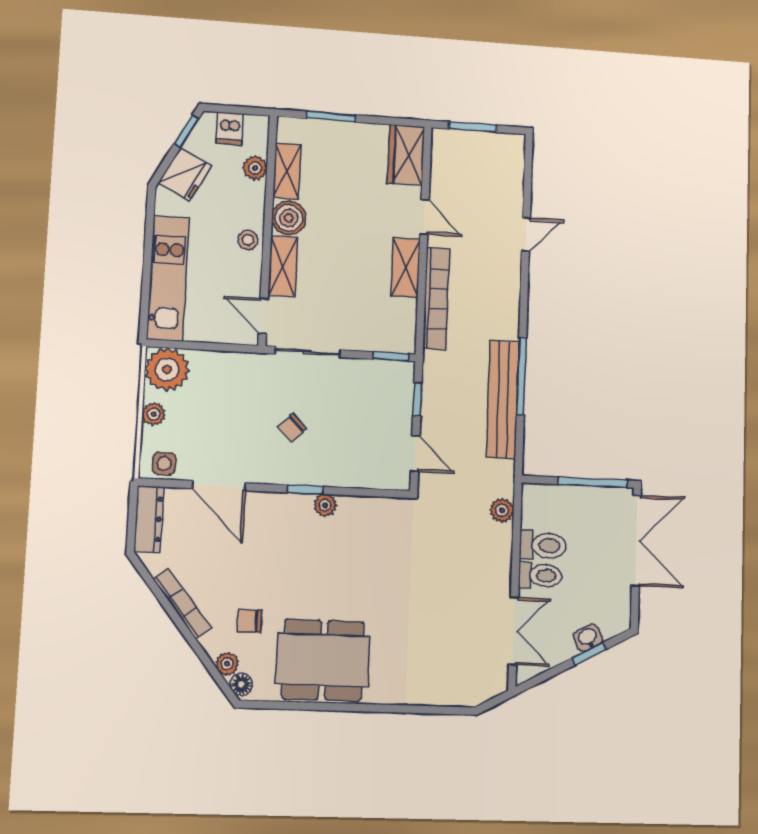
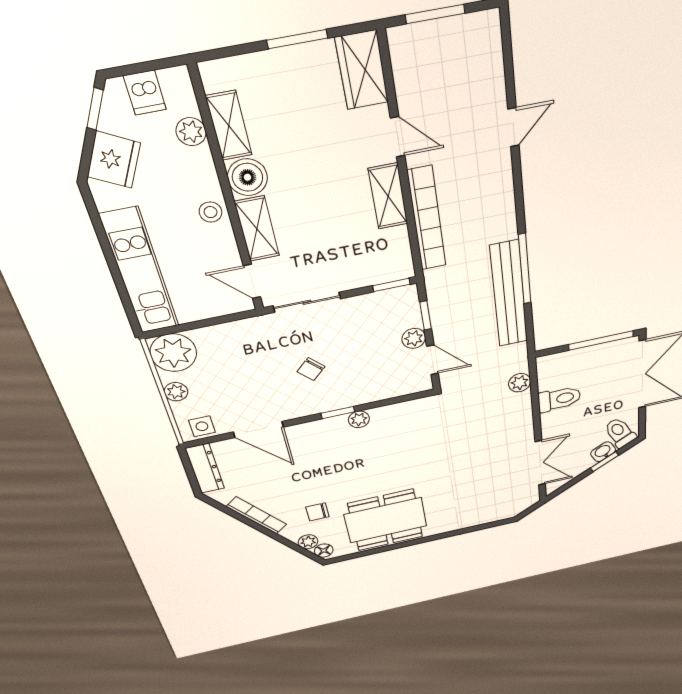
window: (331, 117) -> (297, 39), moved
plant: (401, 422) -> (414, 338), added
toilet: (540, 575) -> (620, 433), moved, turned -118

